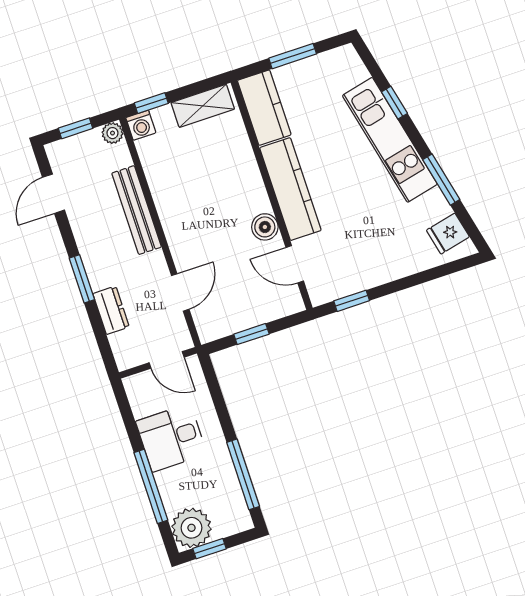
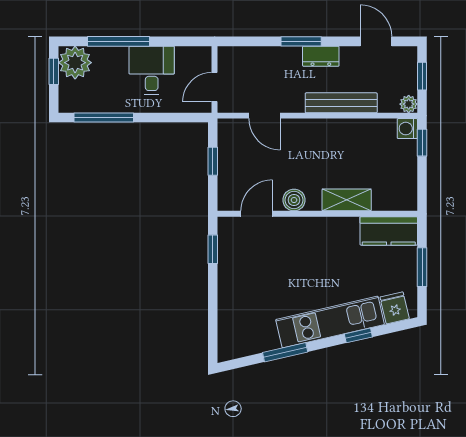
shelving: (203, 106) -> (347, 200), moved, turned 90
kitchen counter: (290, 189) -> (317, 230), removed
fridge: (448, 234) -> (395, 308), moved
dresser: (111, 310) -> (321, 56), moved

